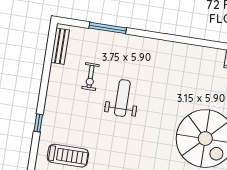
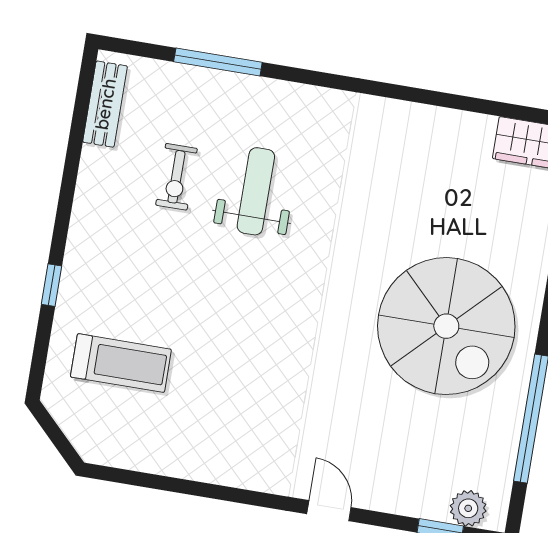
weight bench: (122, 98) -> (256, 191), moved

